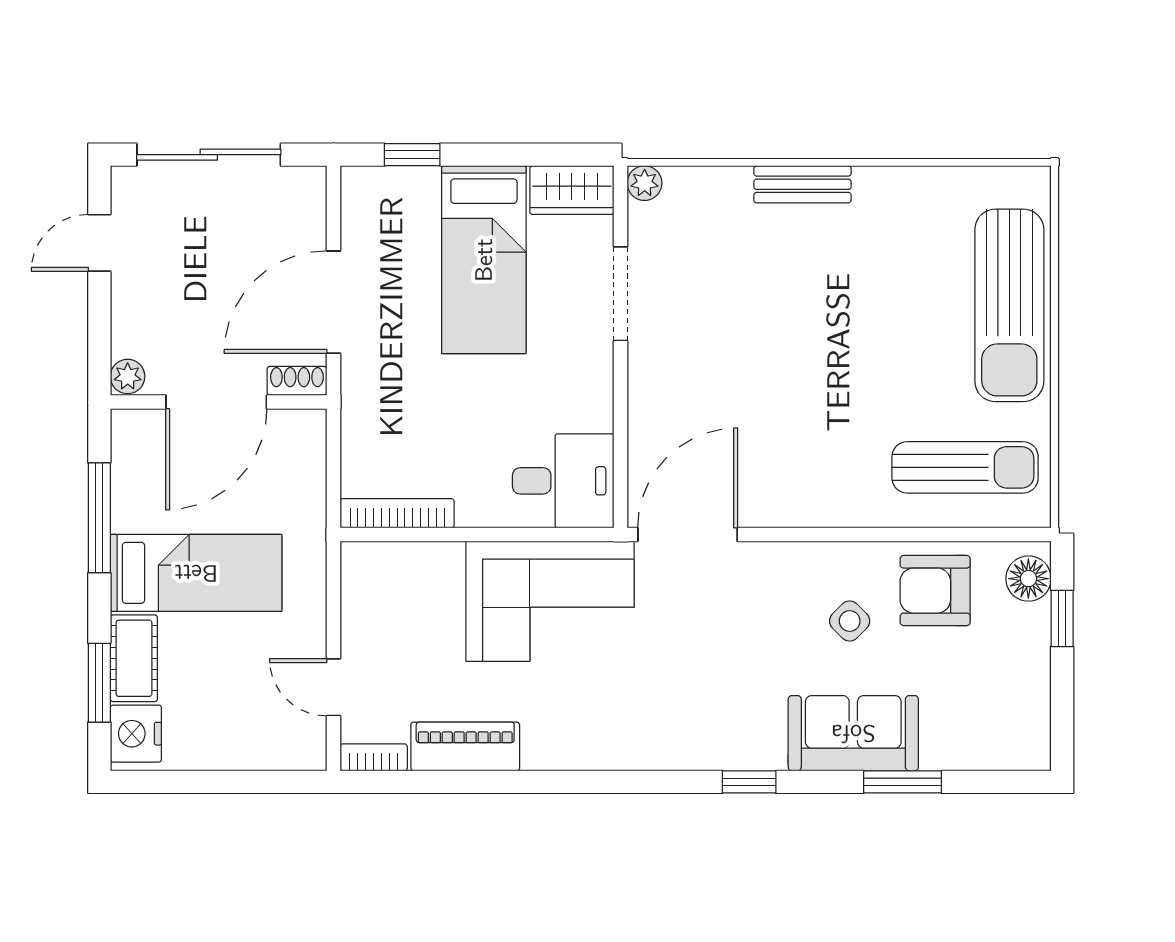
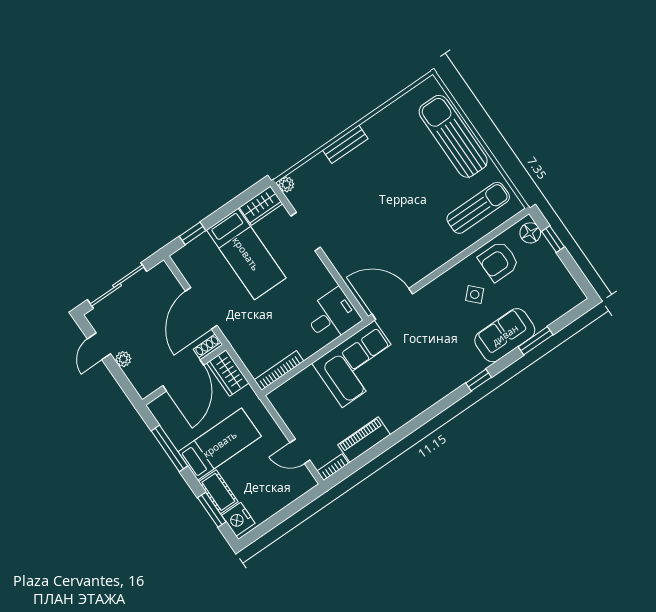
sun lounger: (1009, 305) -> (453, 136), turned 180
plant: (128, 376) -> (123, 359), moved
wardrobe: (301, 454) -> (228, 373), added
door: (688, 535) -> (392, 304), hinge flipped

